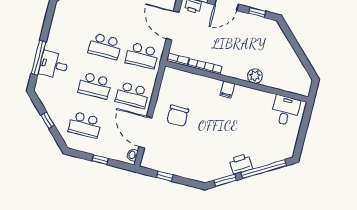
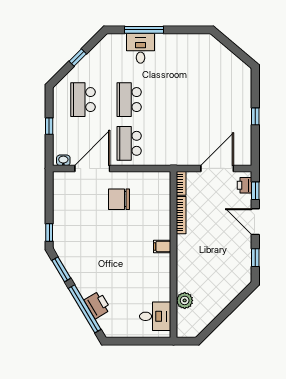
school desk: (105, 46) -> (175, 100), removed
school desk: (142, 56) -> (175, 143), removed
plant: (255, 76) -> (185, 300), moved
printer: (241, 164) -> (97, 305), moved
window: (165, 176) -> (49, 233), moved

